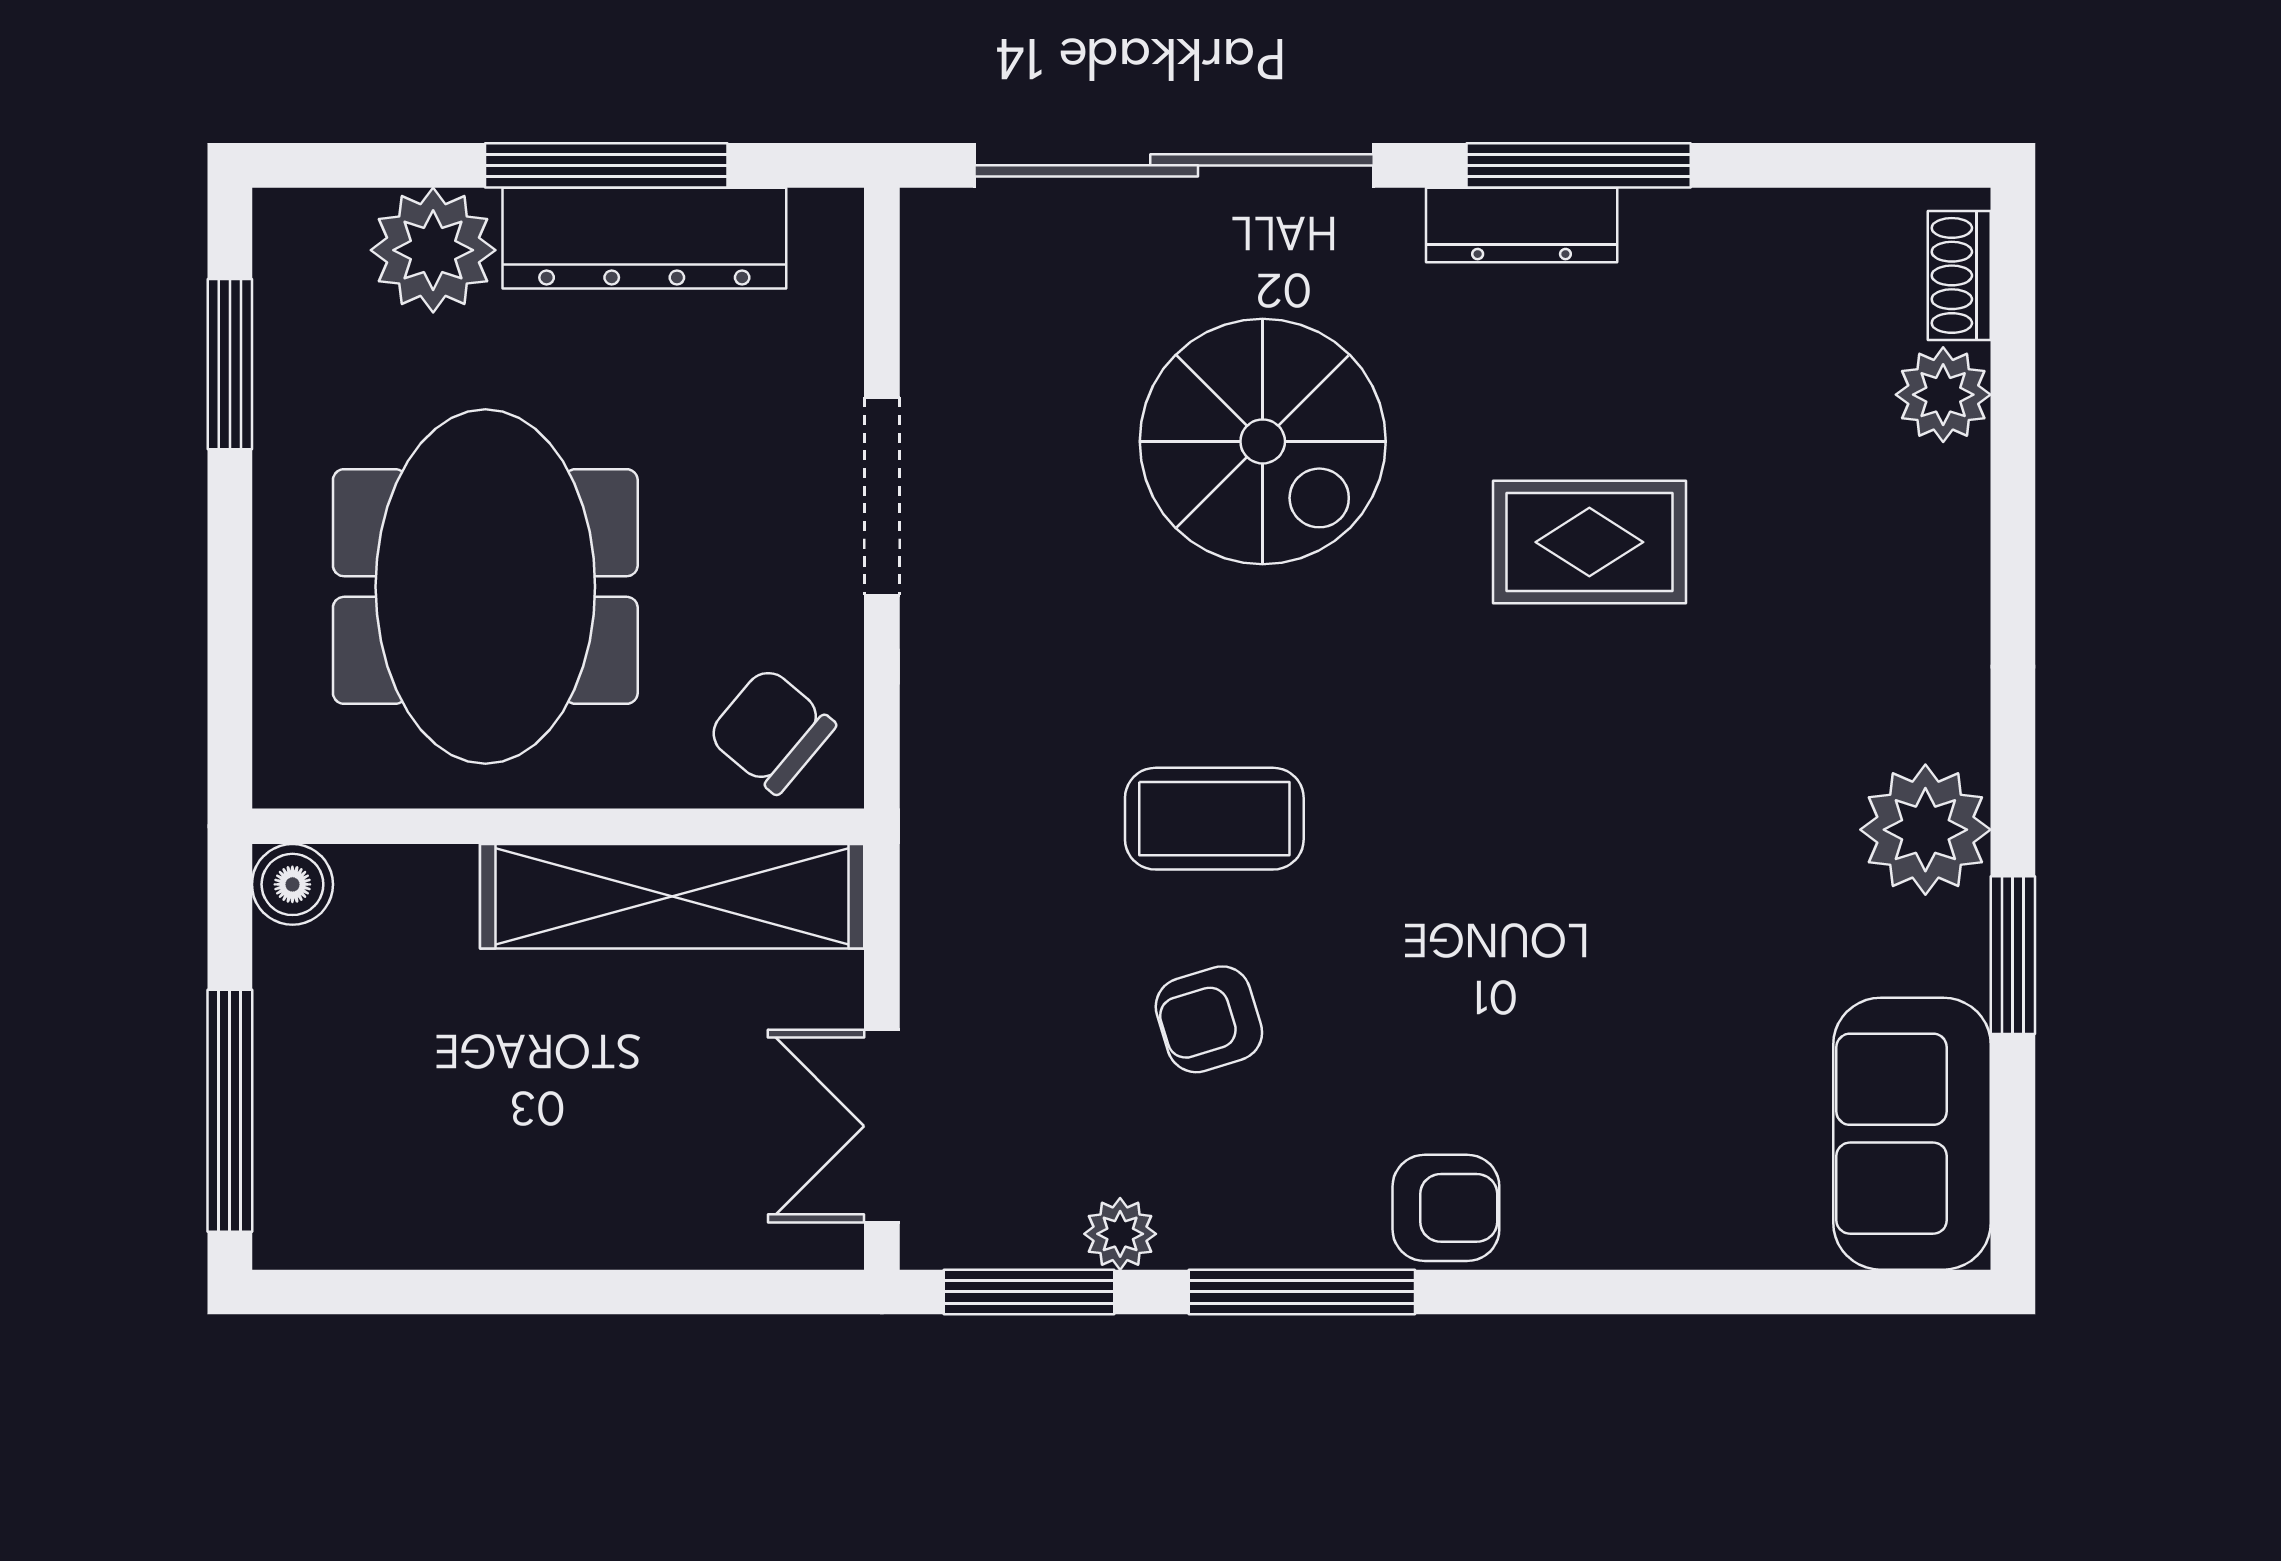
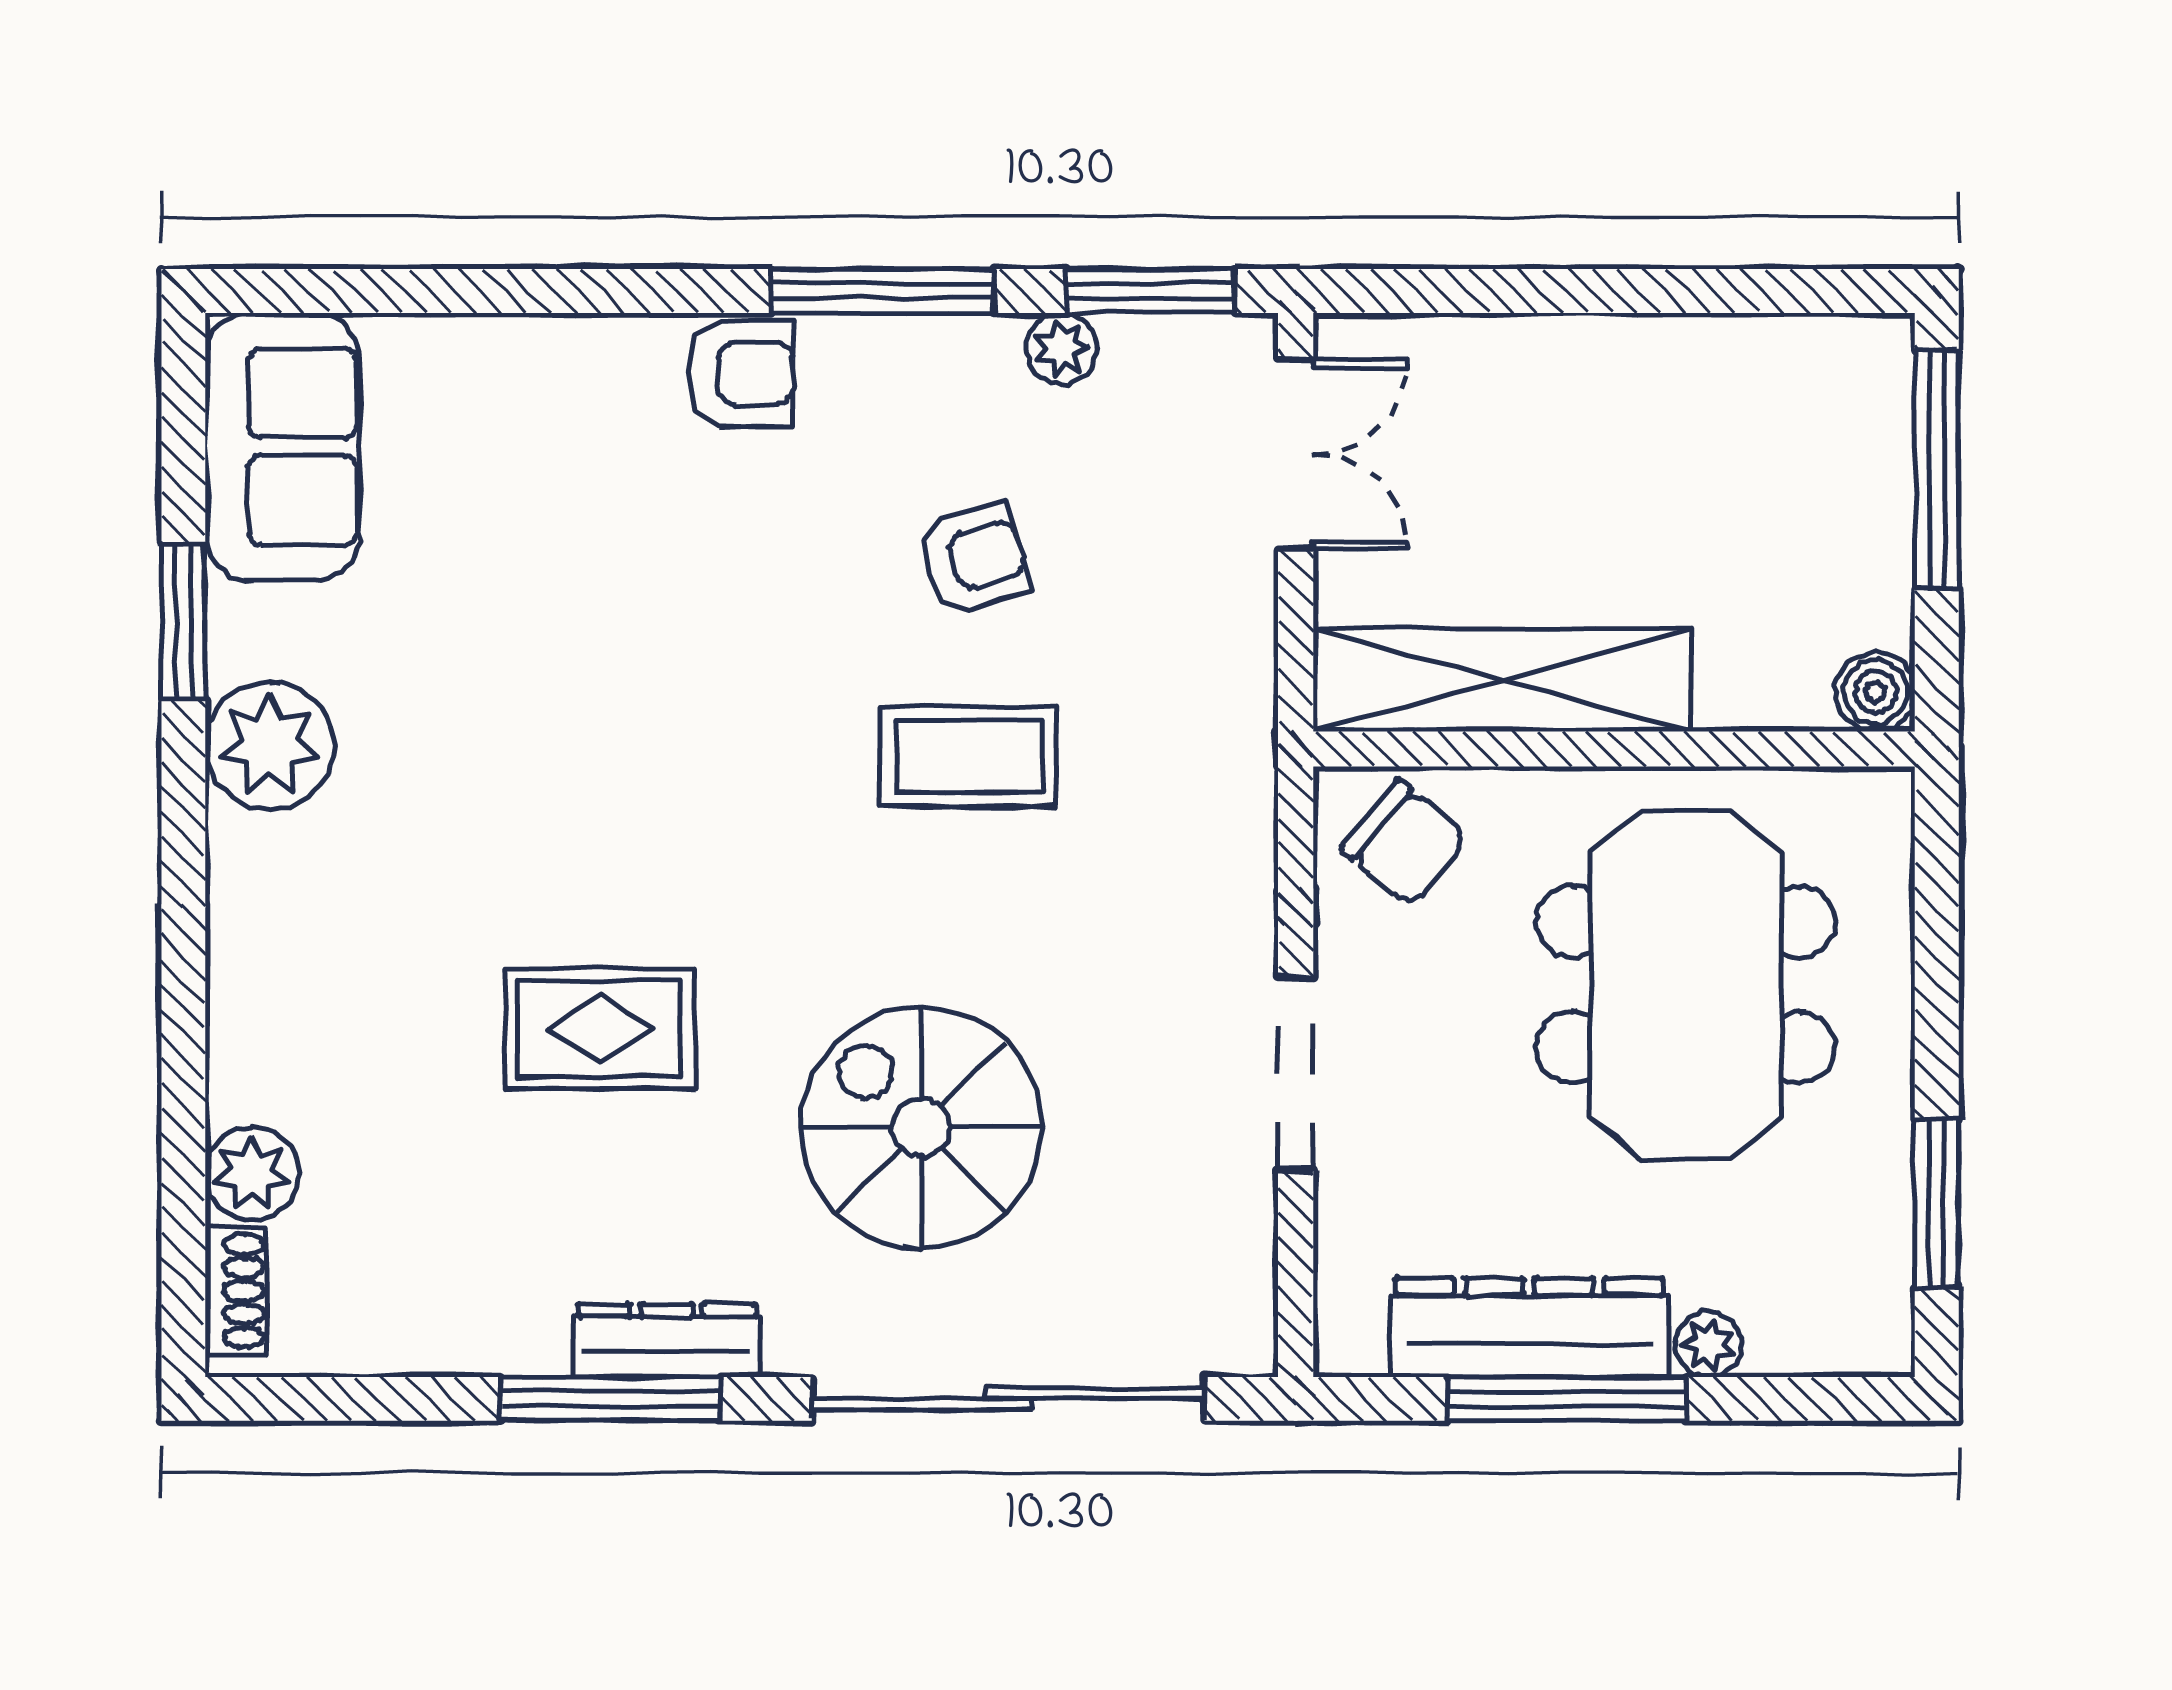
plant: (433, 250) -> (1708, 1344), width x0.53, depth x0.53
armchair: (1446, 1208) -> (741, 374), turned 180

